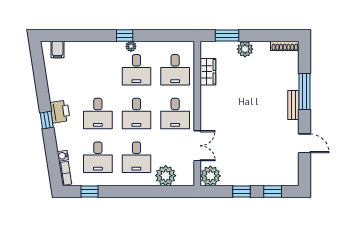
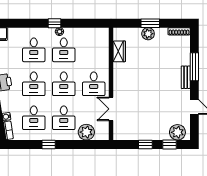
window: (227, 36) -> (150, 23), moved
desk: (175, 70) -> (34, 50), moved
double door: (197, 146) -> (111, 109), swing flipped
plant: (210, 176) -> (177, 132), moved
window: (89, 192) -> (49, 144), moved

